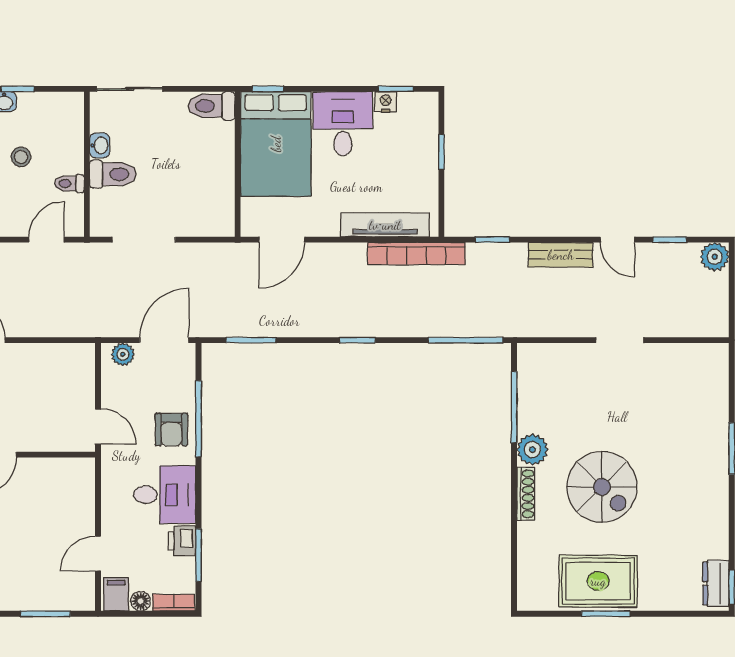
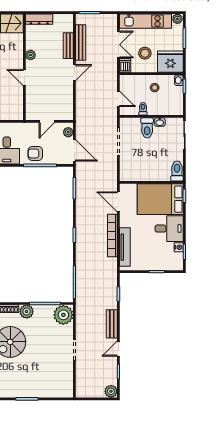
bookcase: (416, 254) -> (112, 235), moved
plant: (540, 365) -> (63, 315), added
door: (98, 427) -> (47, 121), moved

